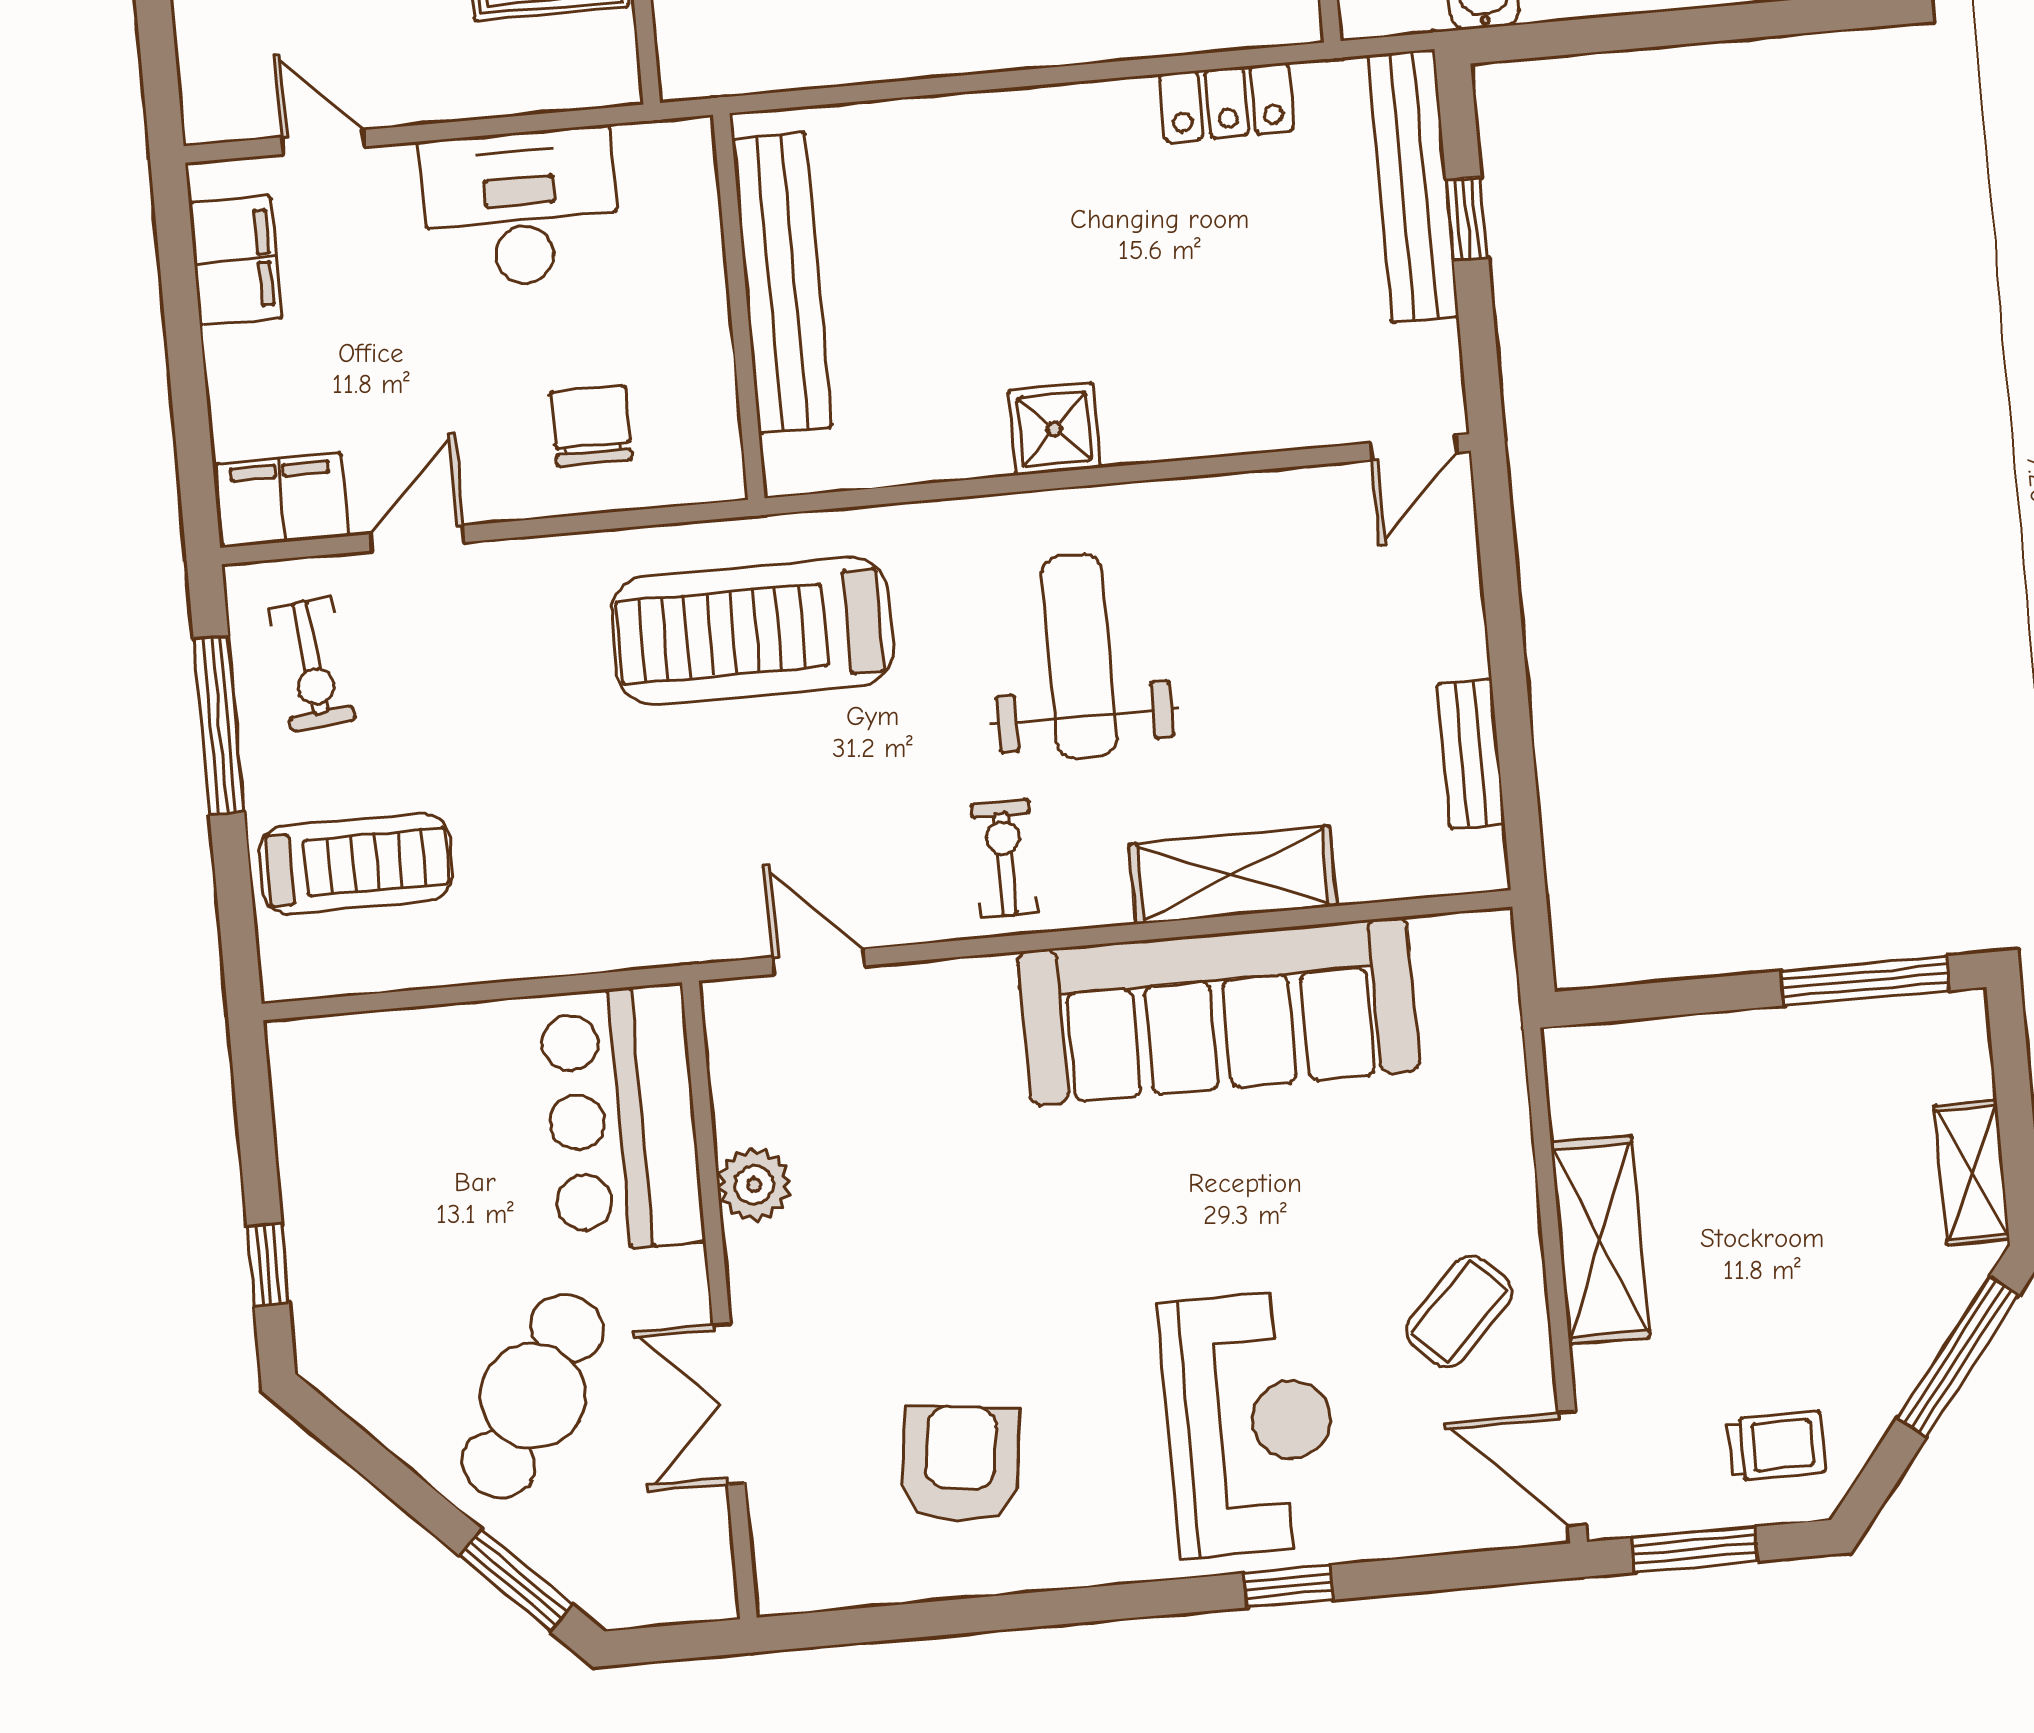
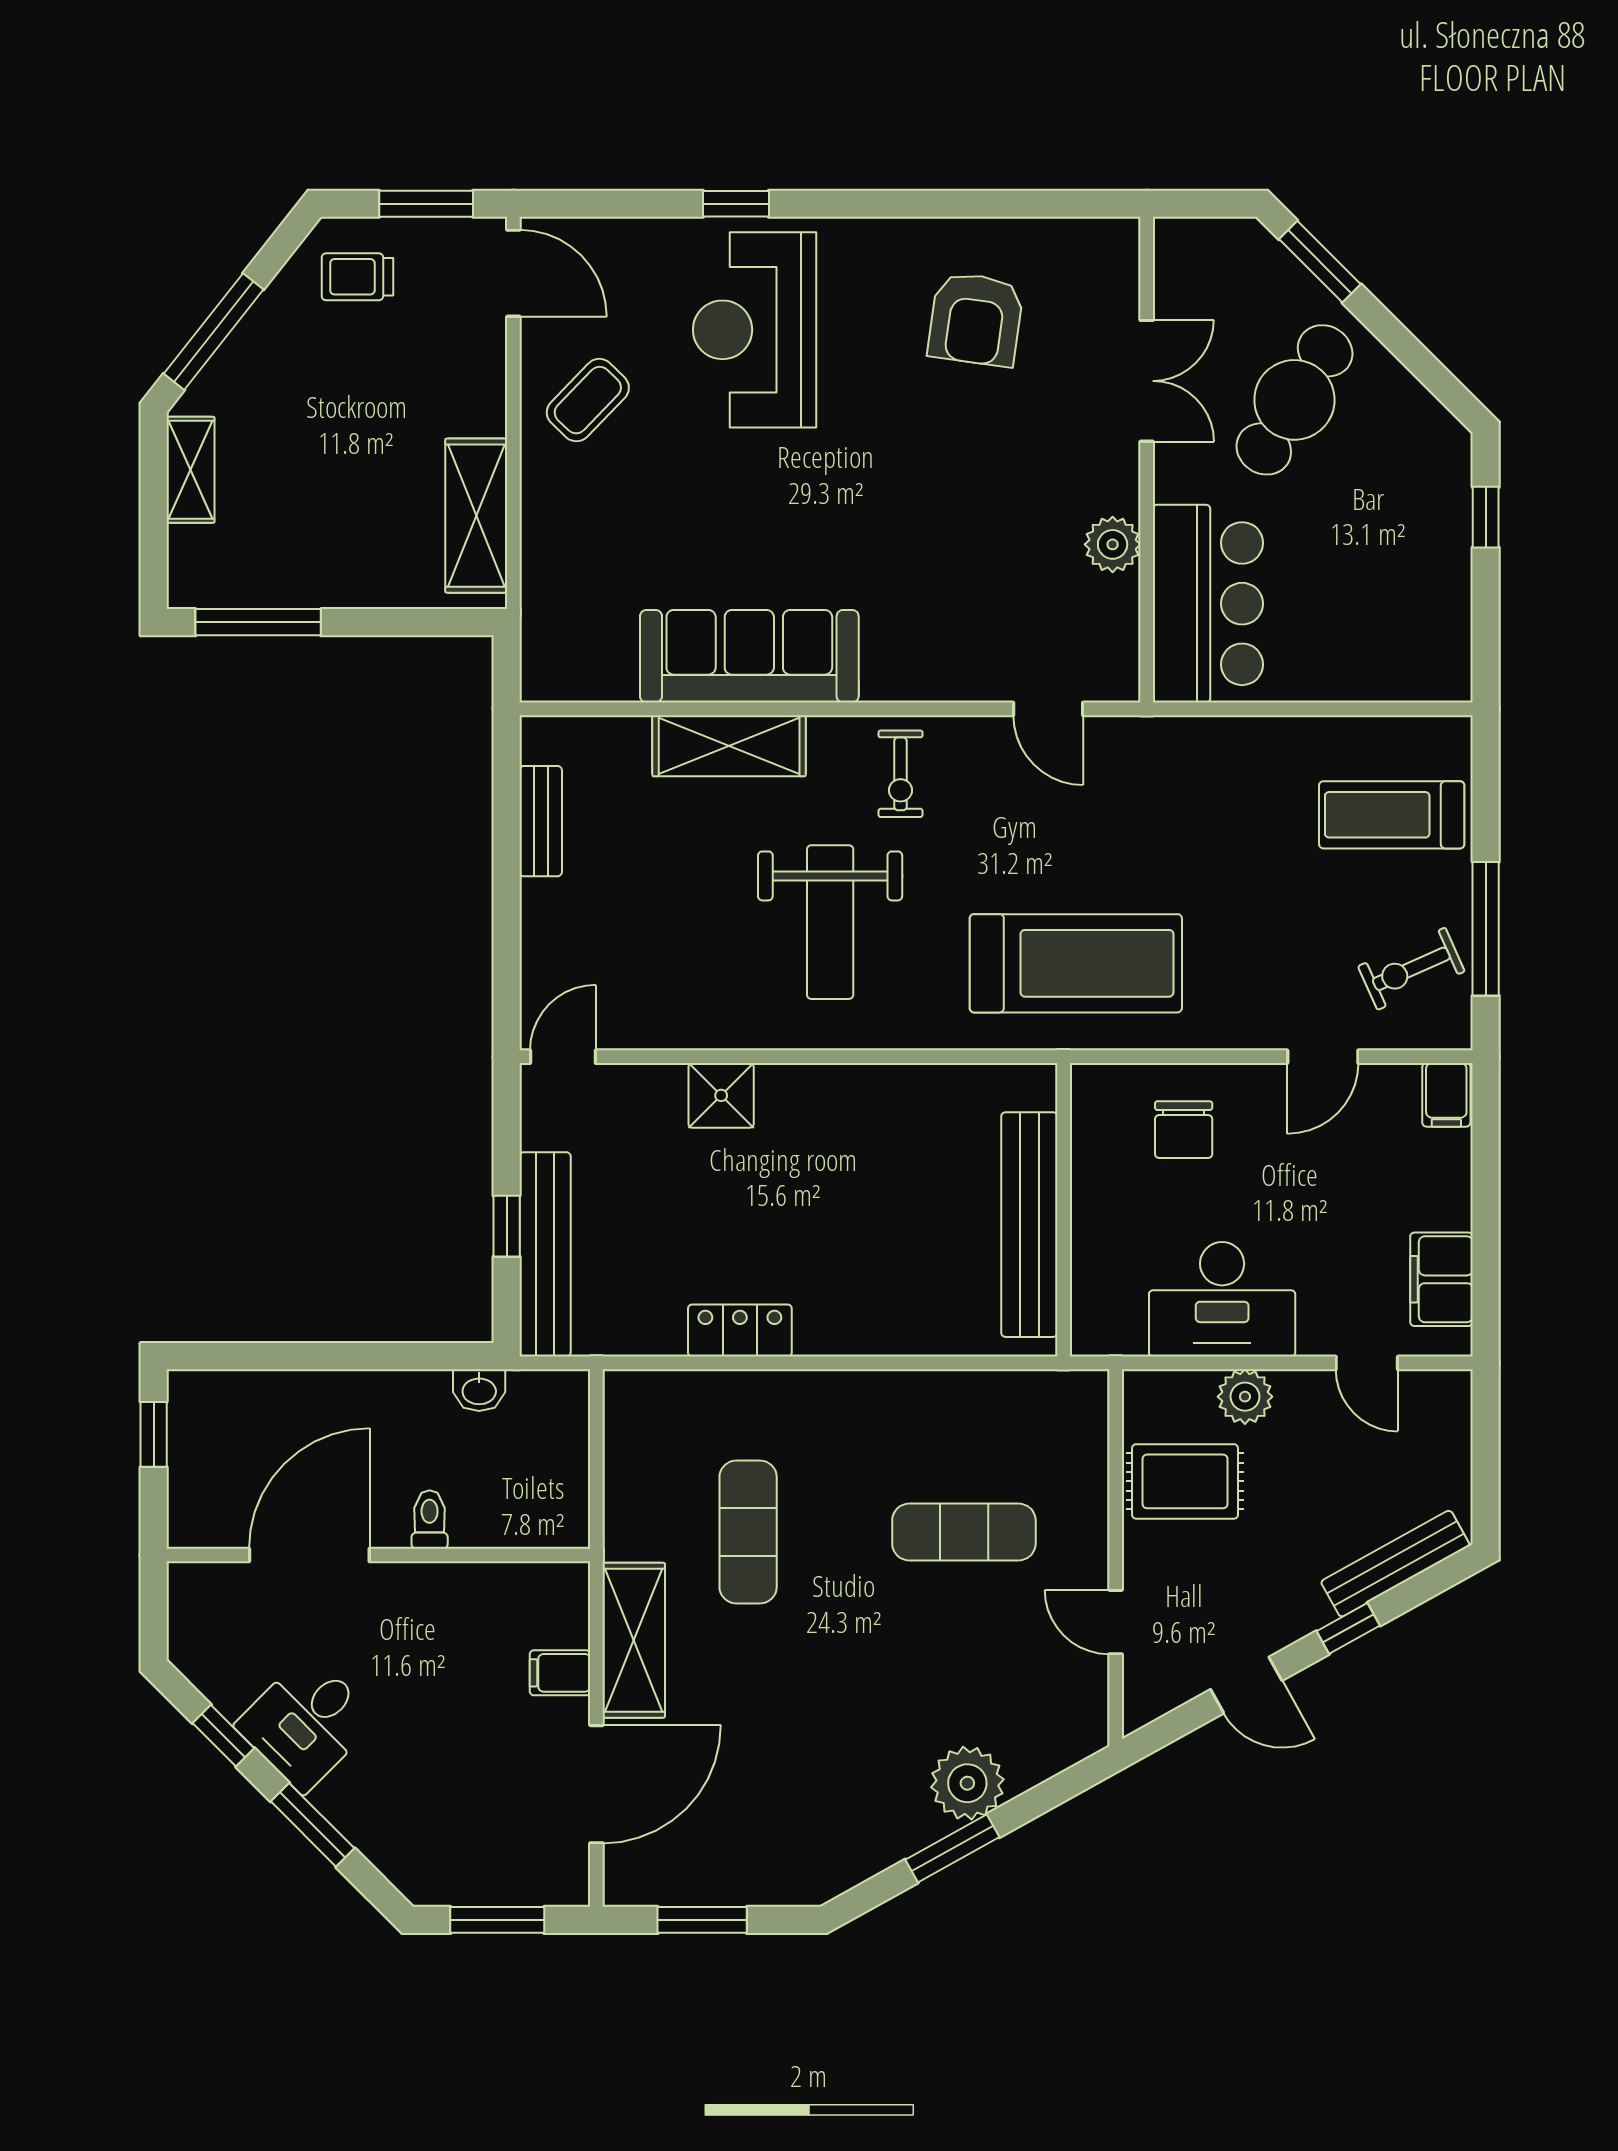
plant: (479, 83) -> (1245, 1397), added
locker: (1227, 103) -> (740, 1331), moved
shower: (1054, 429) -> (721, 1095), moved
filing cabinet: (282, 500) -> (1446, 1095), width x0.50
exercise bike: (312, 664) -> (1411, 969), turned -108
sofa: (1218, 1011) -> (749, 656), width x0.74, depth x0.79
shelving: (1600, 1240) -> (476, 516), moved

